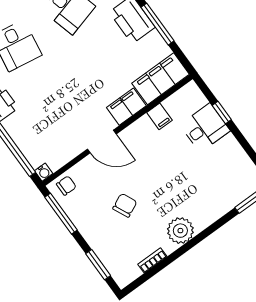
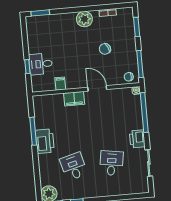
filing cabinet: (161, 79) -> (48, 102), removed

